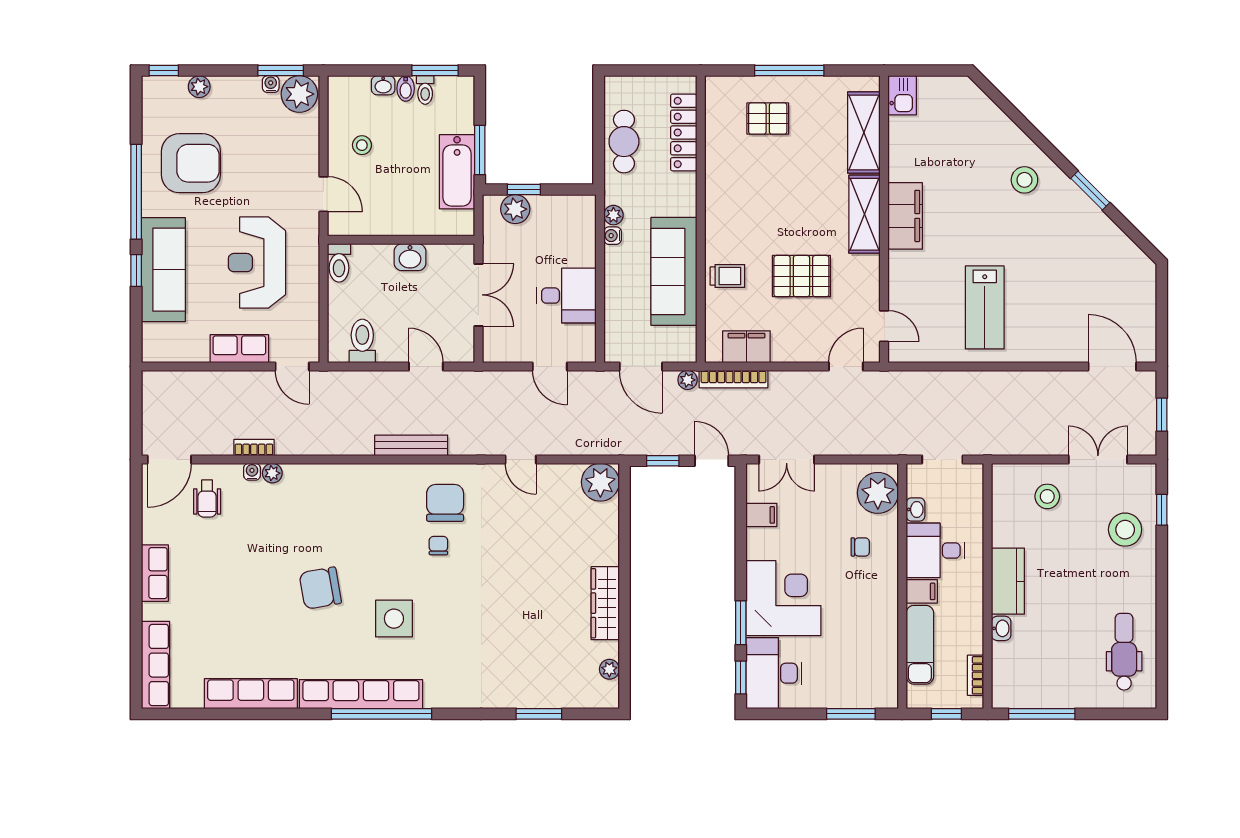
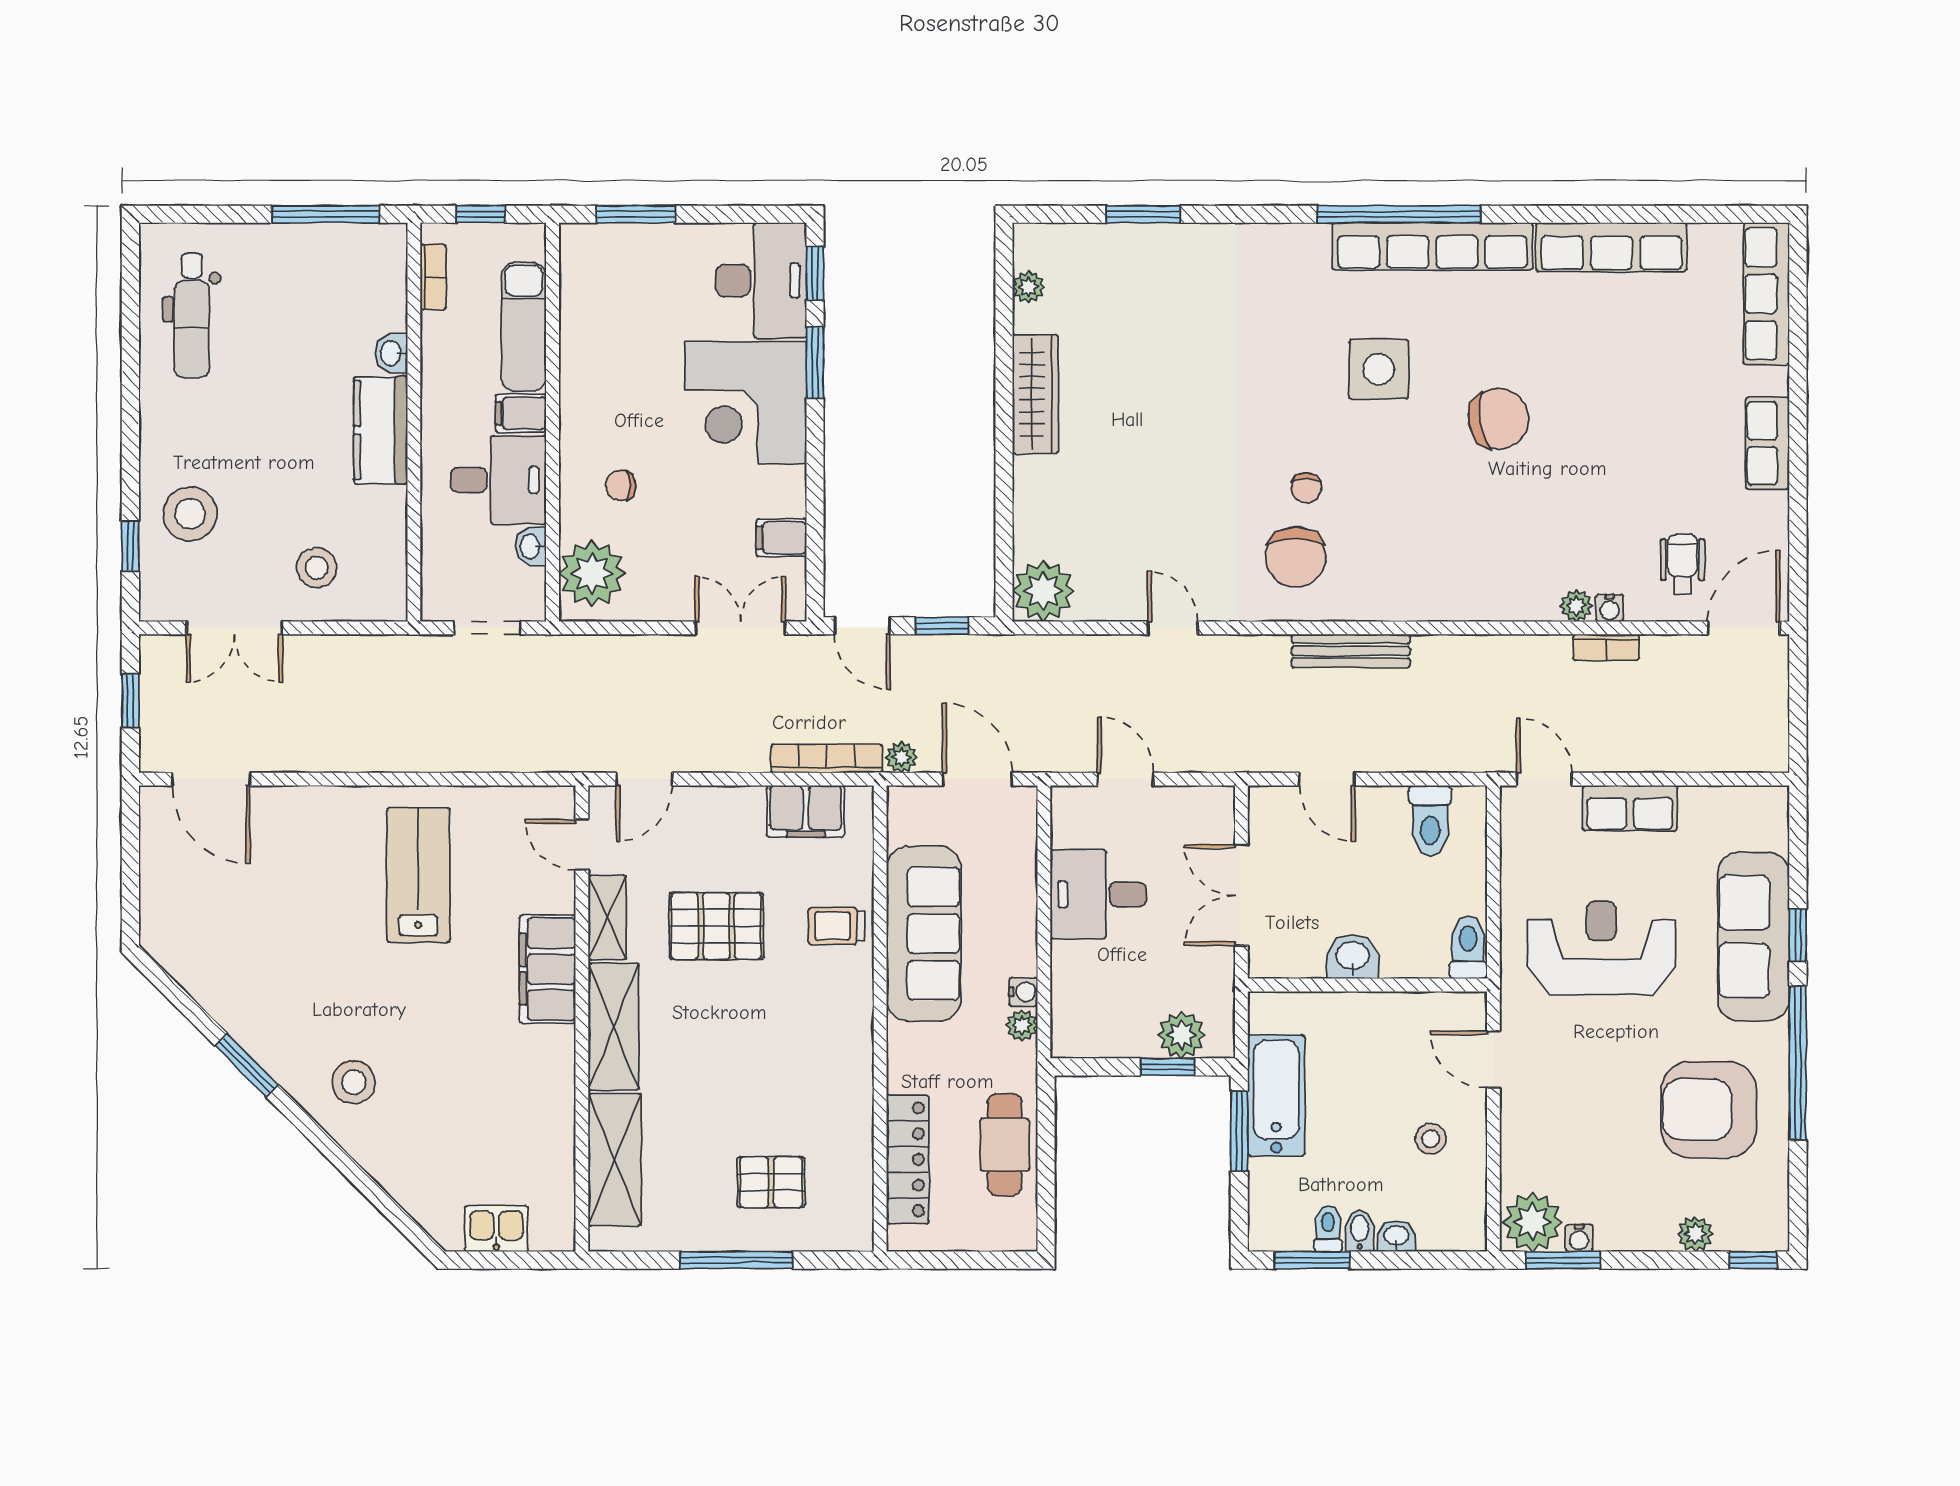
kitchen sink: (902, 95) -> (496, 1229), moved, turned 90
filing cabinet: (905, 216) -> (548, 969), moved
reception desk: (257, 263) -> (1601, 948), turned -90
shelving: (869, 281) -> (607, 918), added

